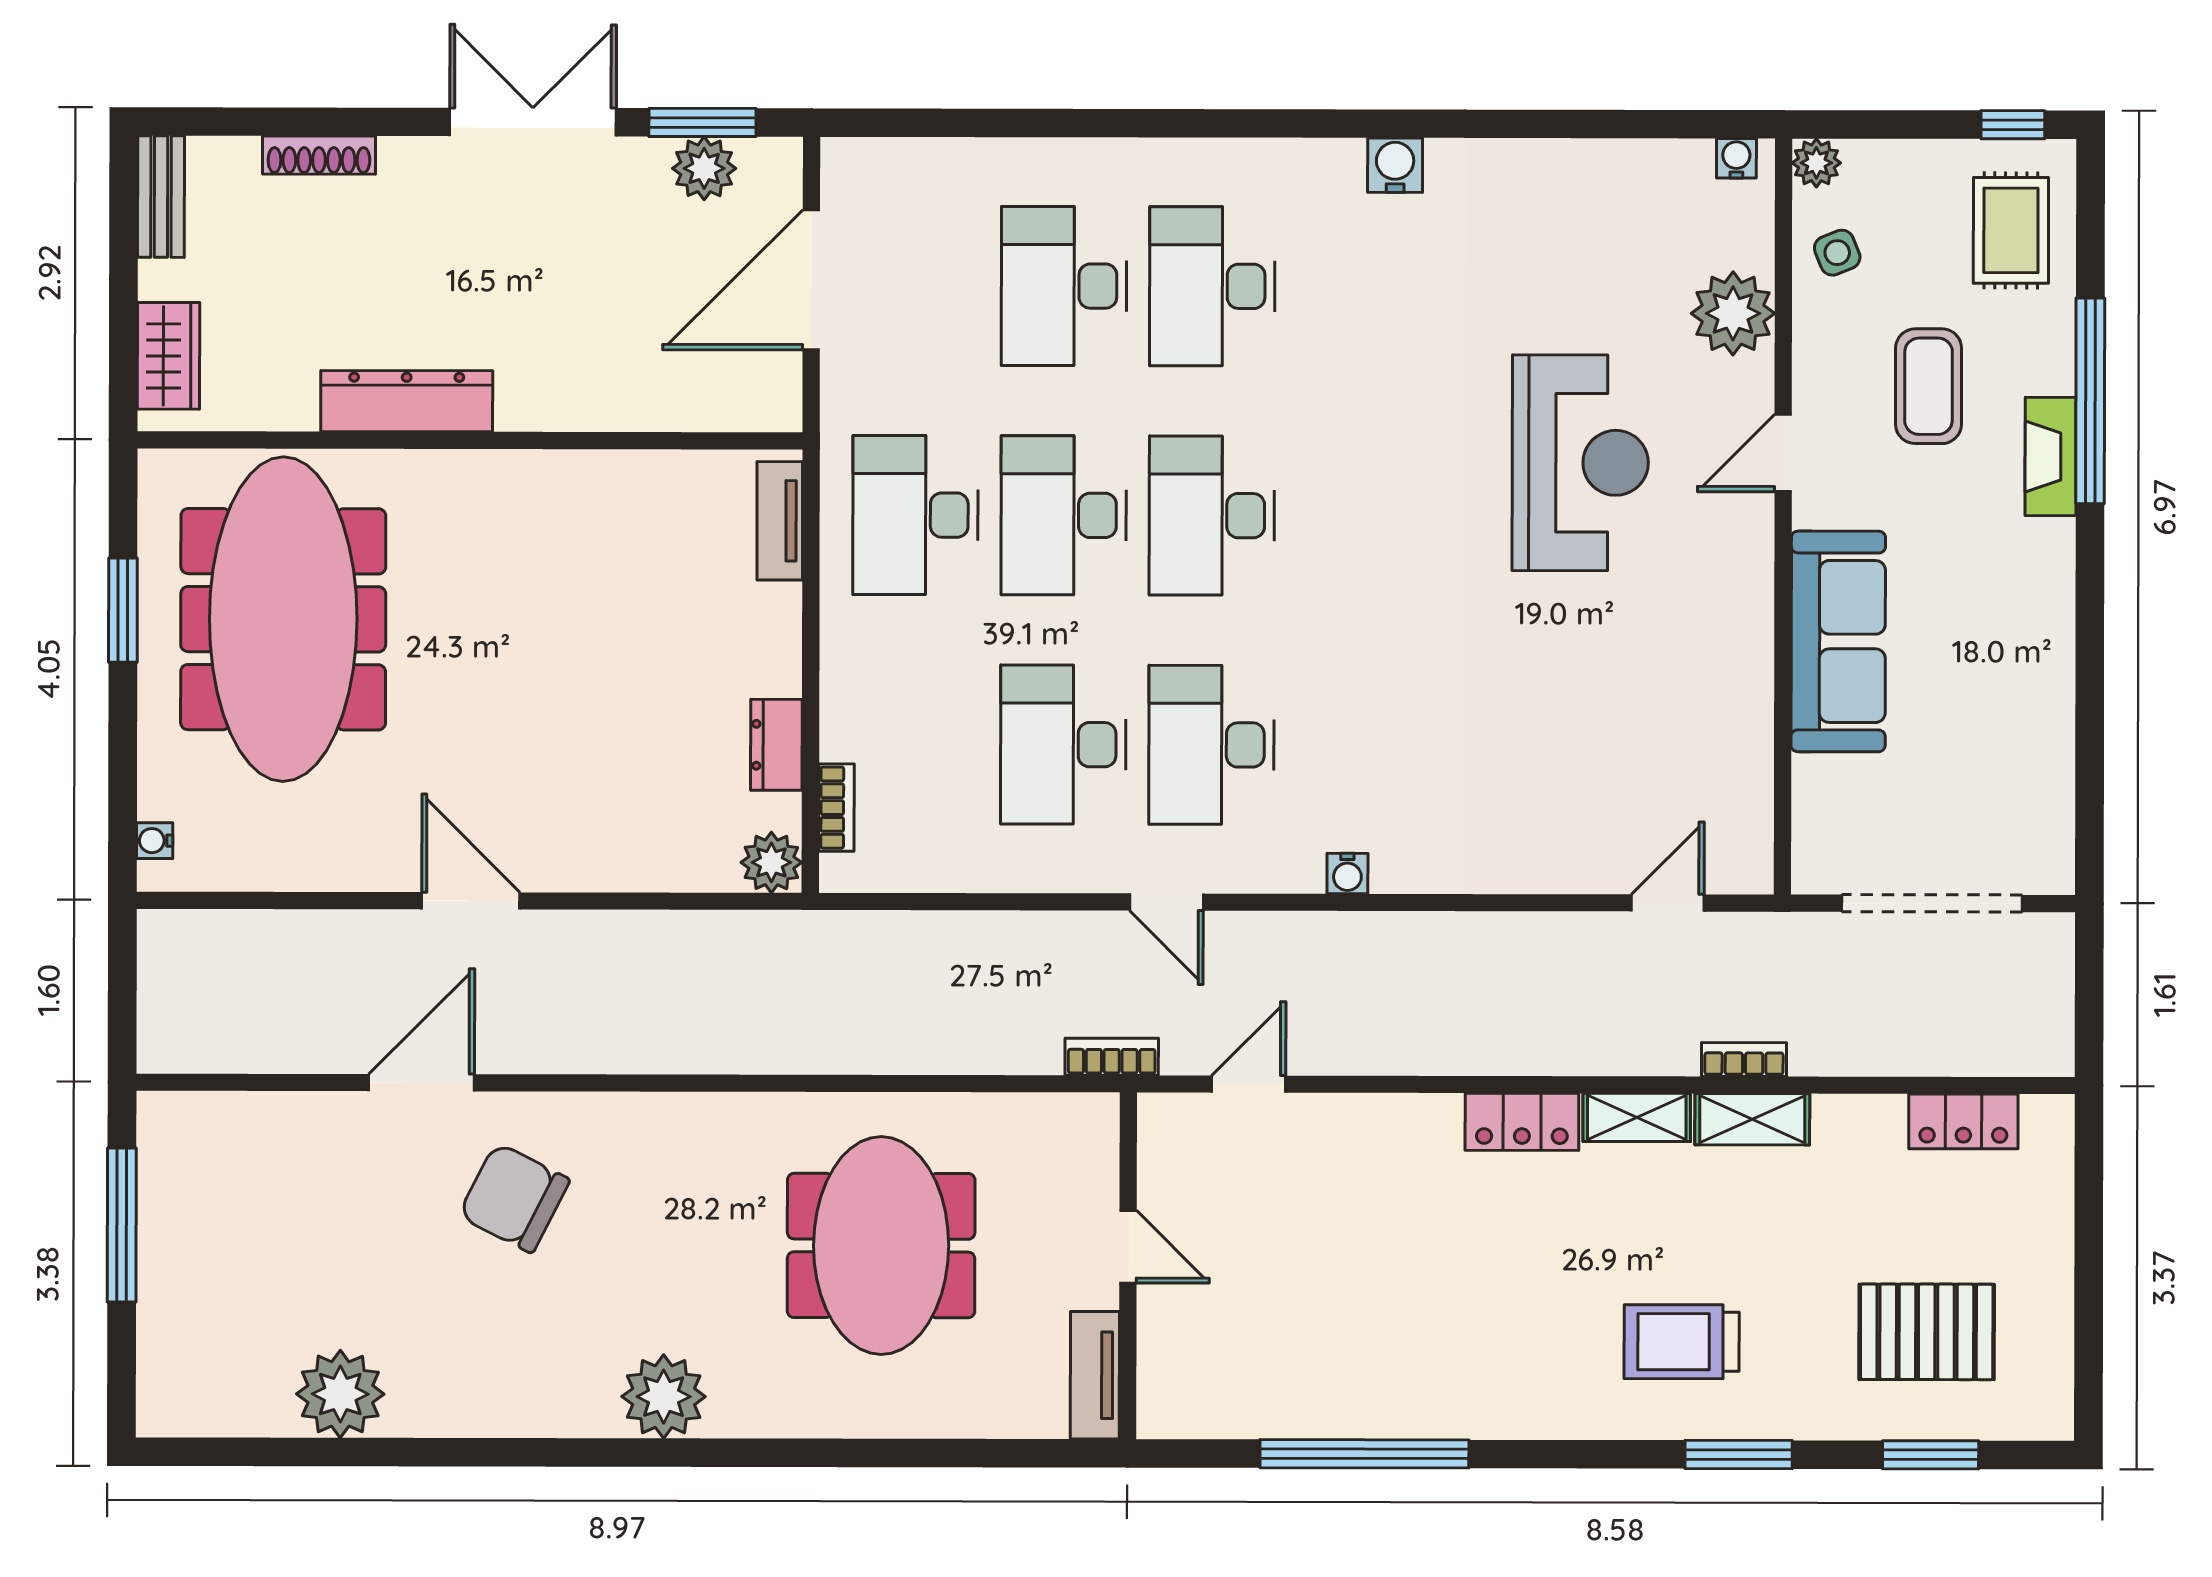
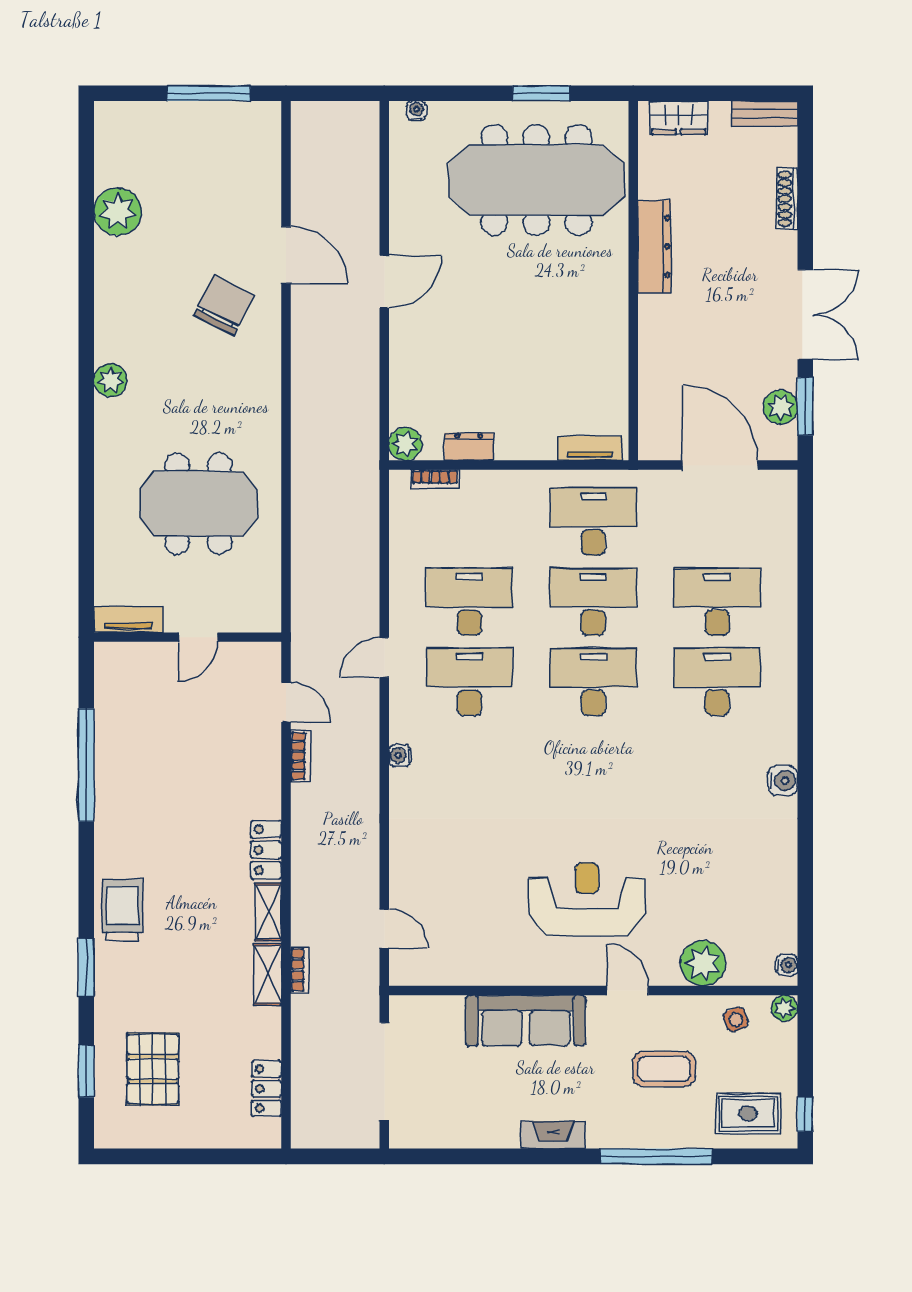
fireplace: (2051, 456) -> (553, 1135), moved
reception desk: (1580, 463) -> (587, 899), moved, turned 180
bookcase: (1112, 1057) -> (301, 756), moved
trolley: (1682, 1342) -> (122, 910), moved
plant: (664, 1397) -> (111, 380), width x0.73, depth x0.73

